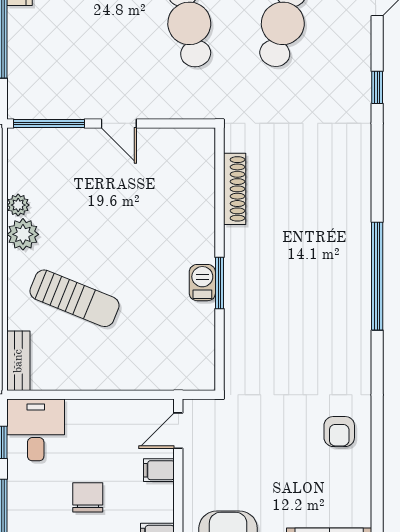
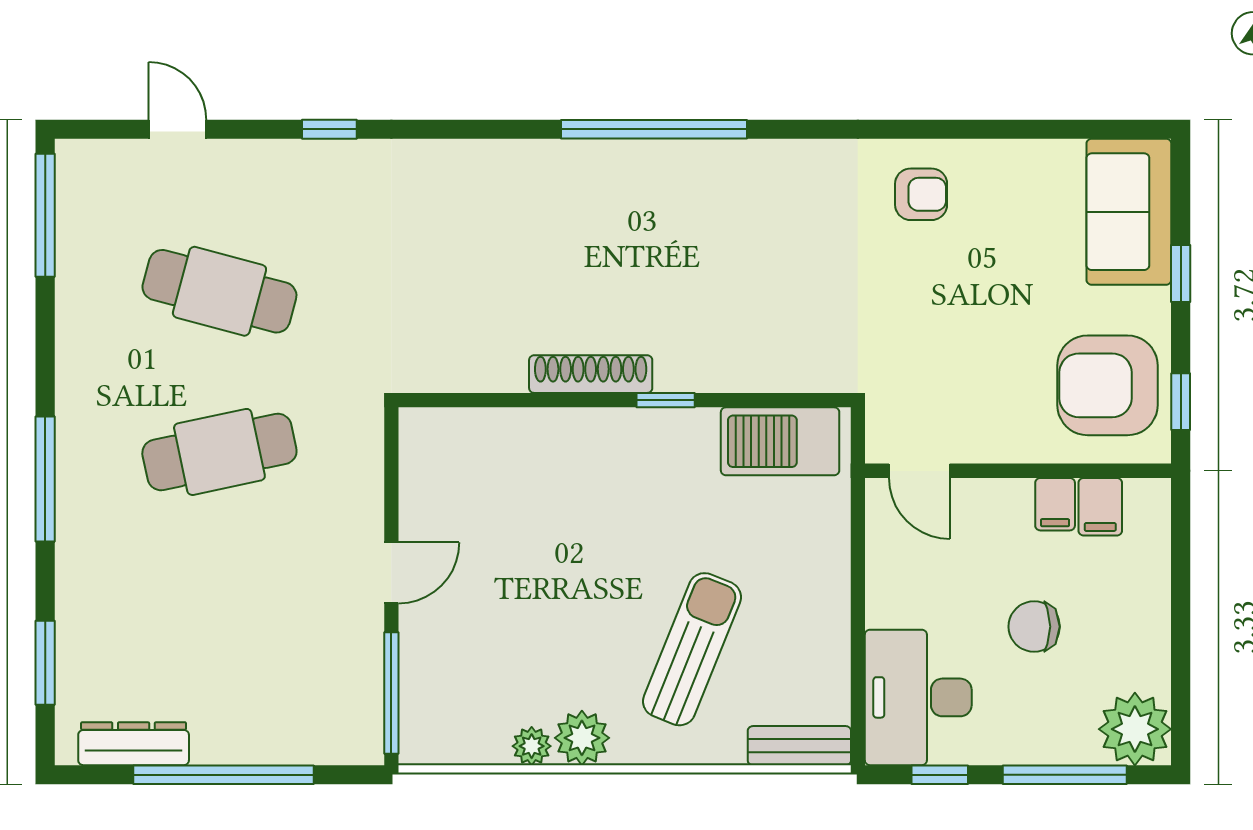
shoe rack: (235, 189) -> (591, 374), moved
barbecue: (202, 283) -> (780, 441), moved, width x1.88, depth x1.53
window: (219, 283) -> (666, 400), width x0.67
desk: (36, 430) -> (918, 697), width x1.37
filing cabinet: (159, 470) -> (1055, 504), moved

